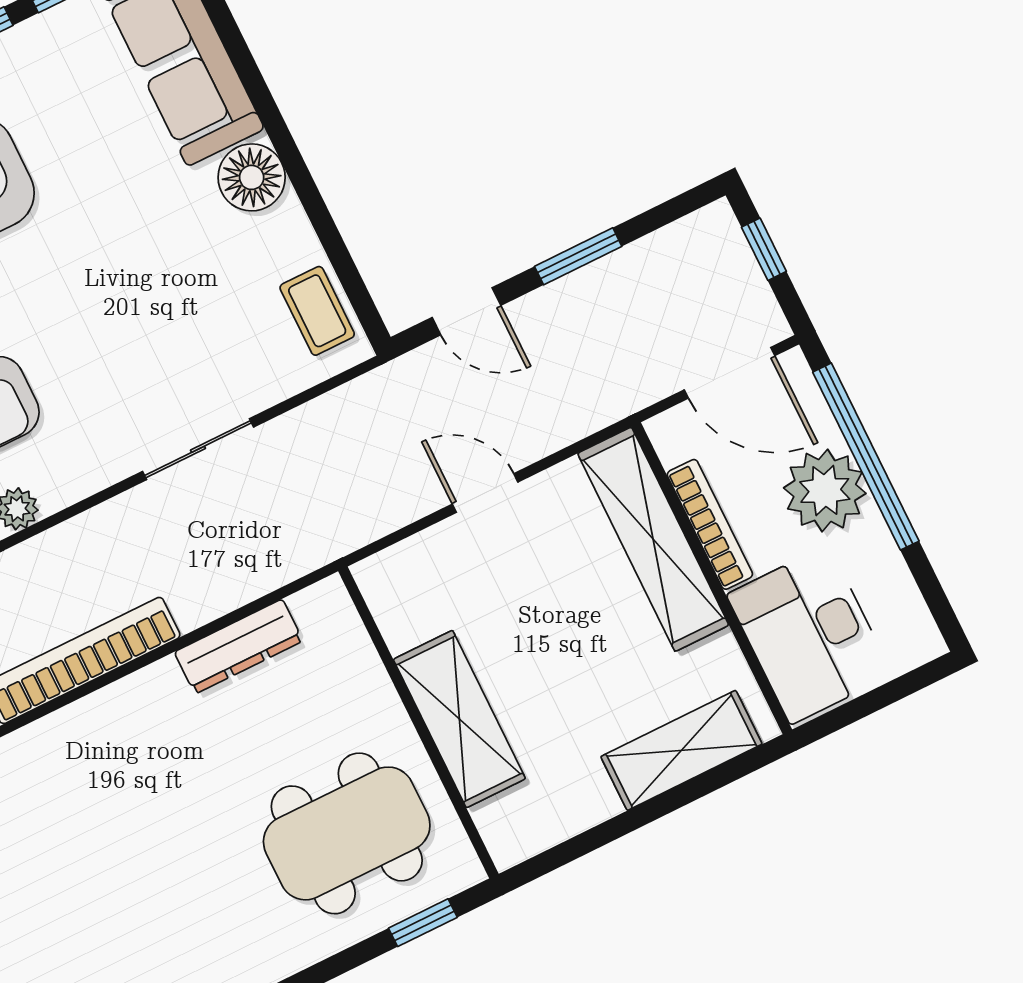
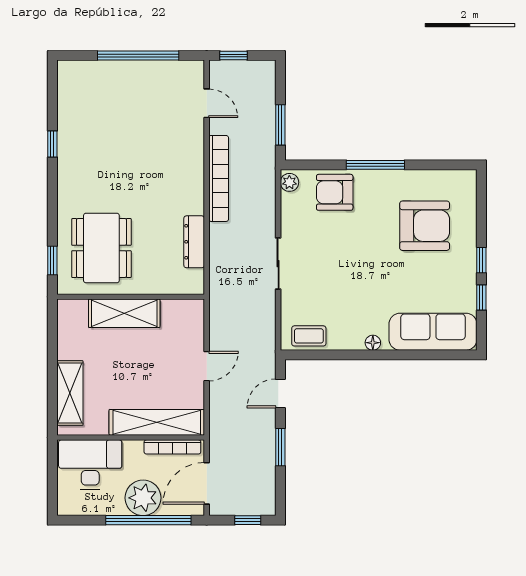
floor lamp: (252, 177) -> (373, 343), width x0.53, depth x0.53
bookcase: (710, 524) -> (172, 447), moved

